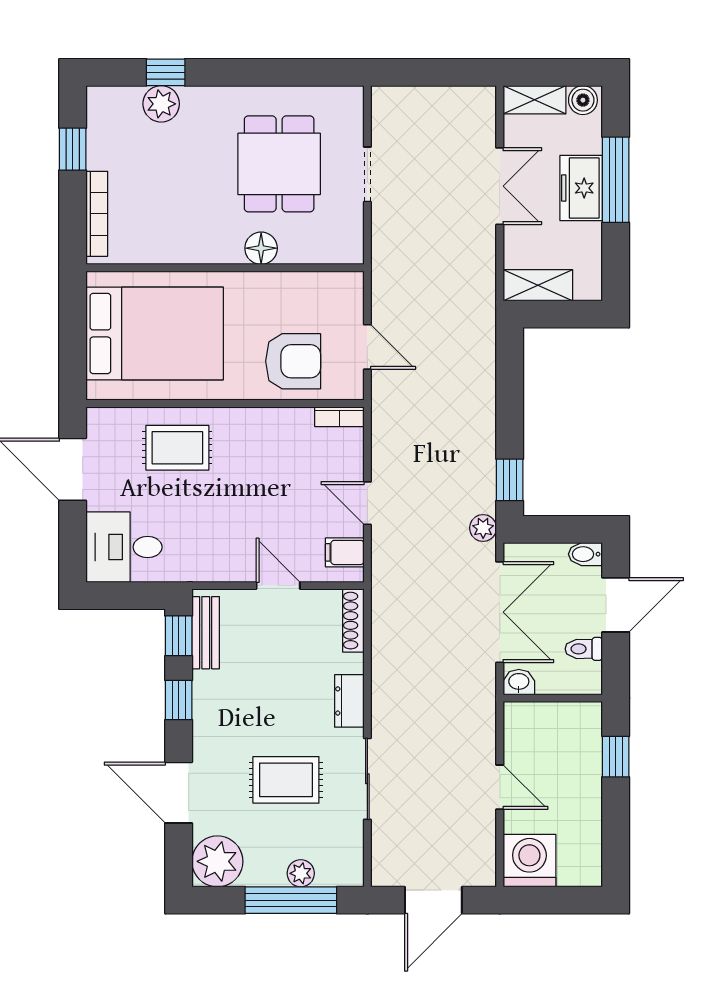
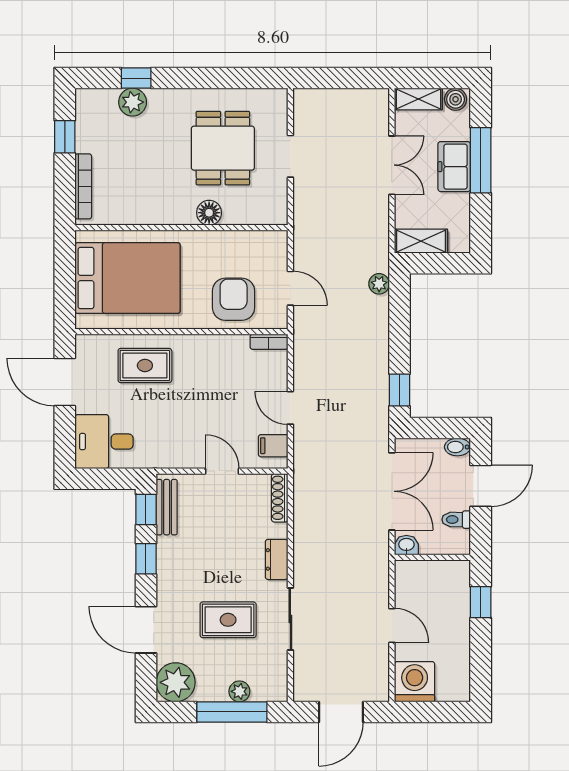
armchair: (293, 361) -> (234, 299), turned -90
plant: (483, 528) -> (379, 284), moved

